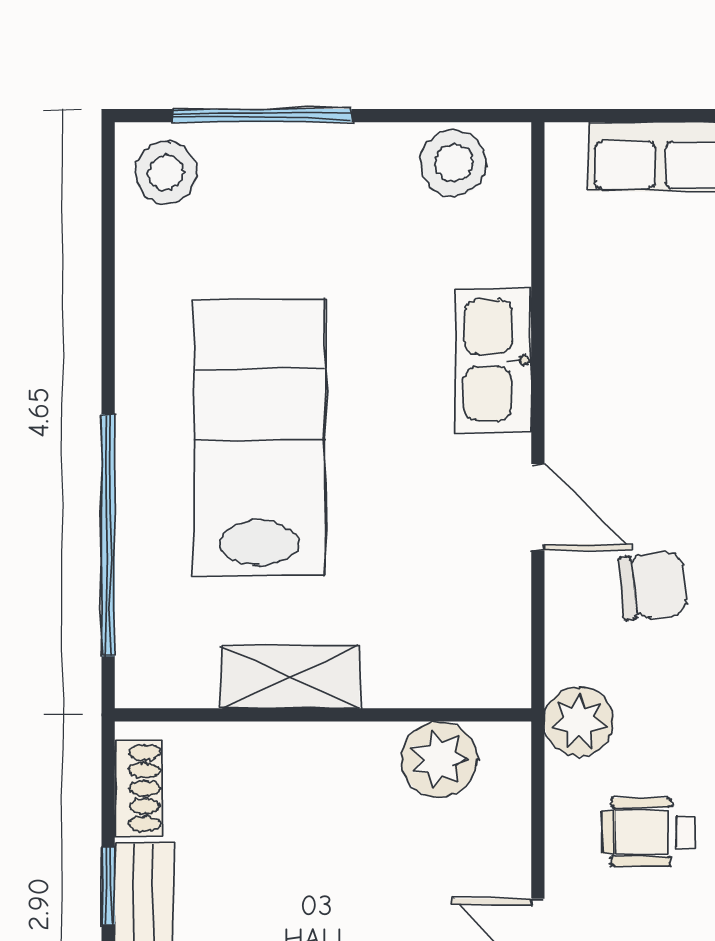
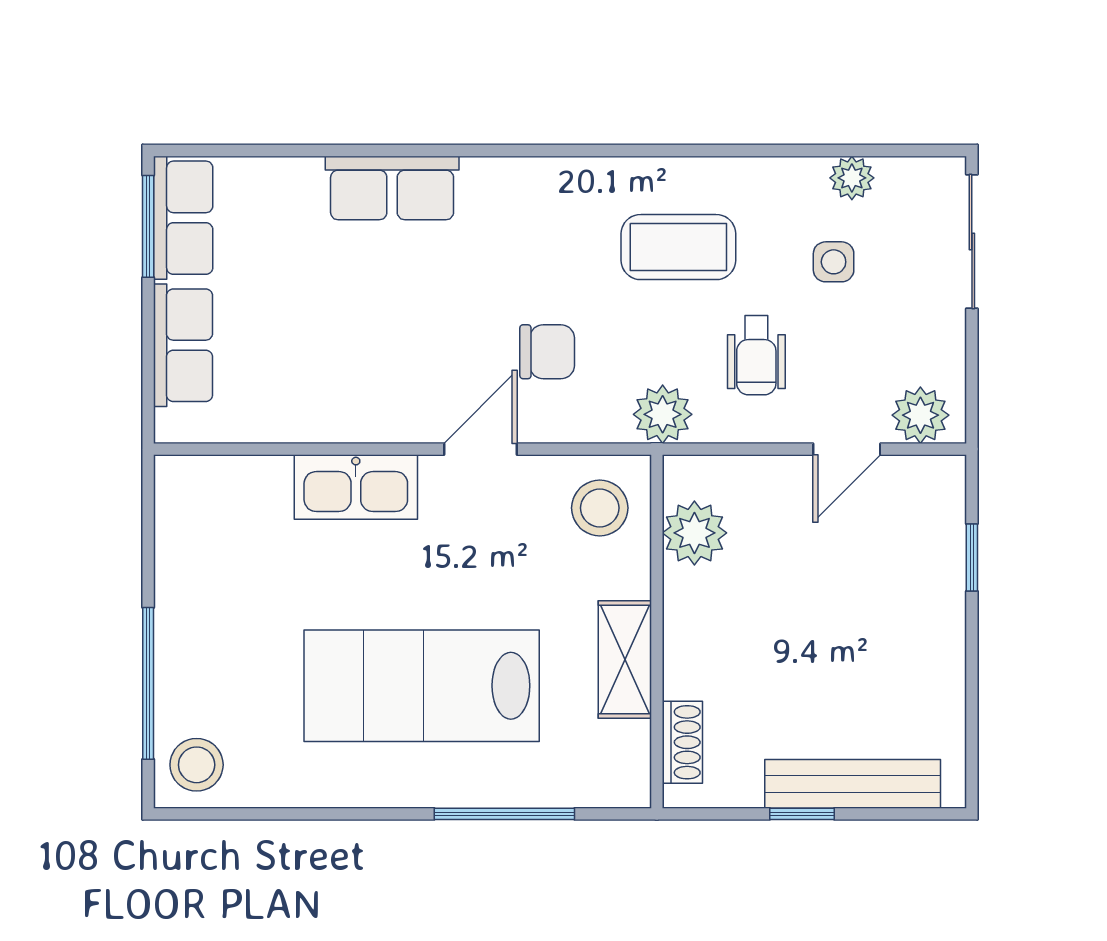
stool: (454, 163) -> (600, 508), moved
window: (108, 535) -> (504, 814), width x0.68
chair: (653, 586) -> (547, 352), turned 96
shoe rack: (138, 788) -> (682, 742), moved, turned 90

